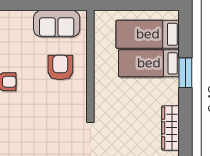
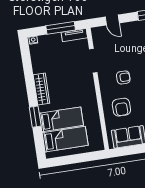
armchair: (51, 109) -> (123, 77), added
wardrobe: (170, 128) -> (41, 89), moved

